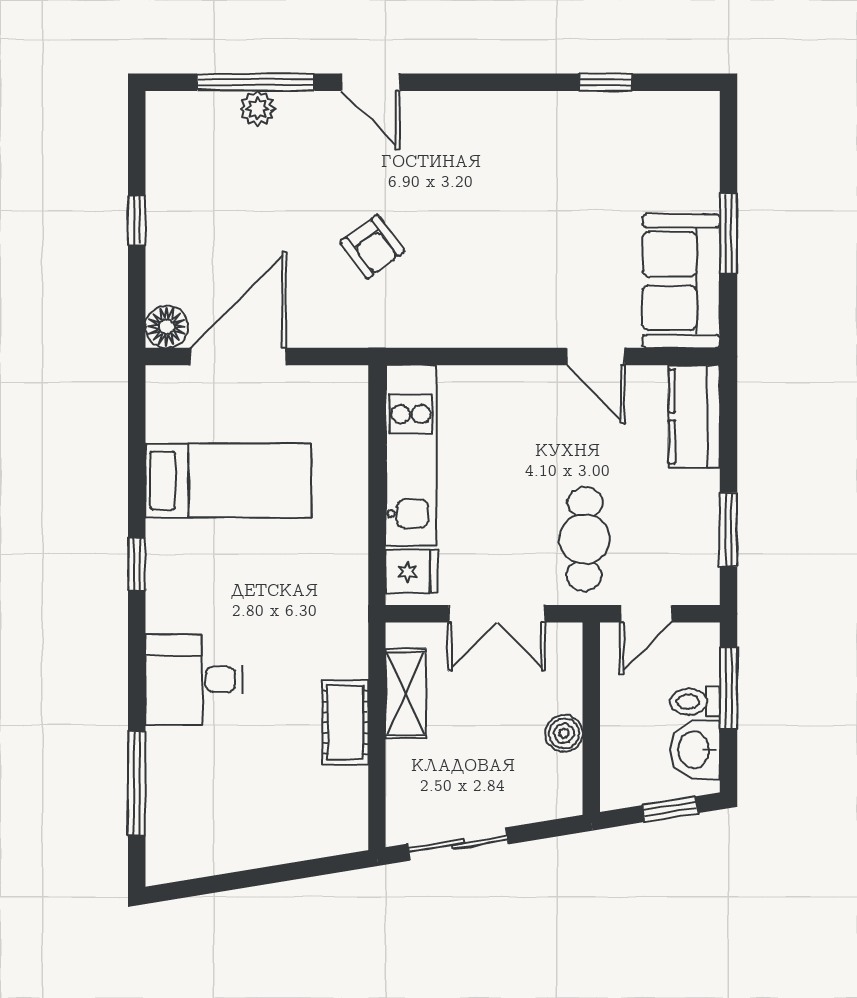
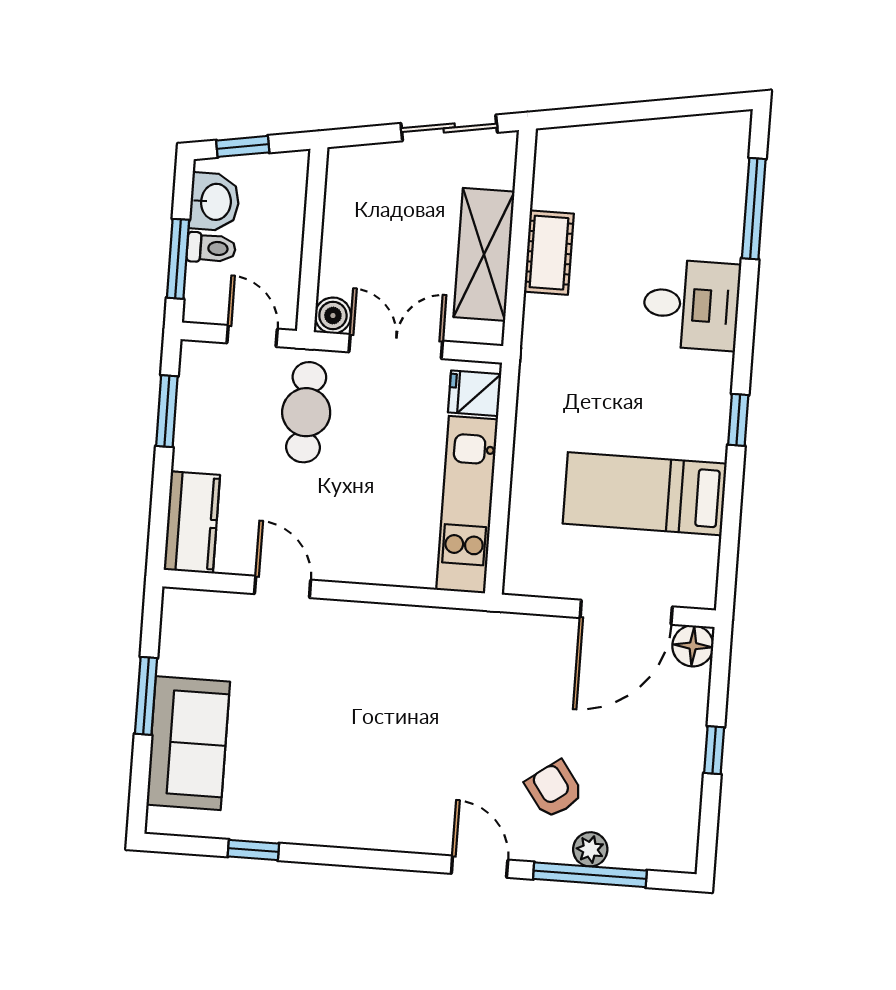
armchair: (372, 247) -> (554, 789), moved
sofa: (681, 281) -> (188, 743), moved
door: (646, 614) -> (252, 336), hinge flipped
shelving: (406, 693) -> (484, 254), width x1.50, depth x1.33
boiler: (564, 733) -> (333, 316), moved

